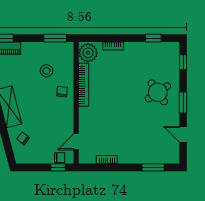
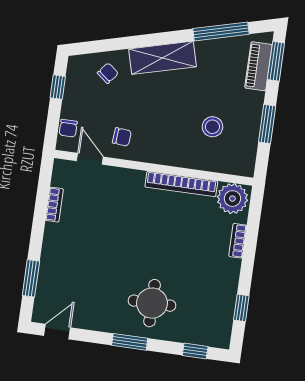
window: (55, 38) -> (267, 124), moved
chair: (62, 92) -> (122, 137), moved
round table: (158, 92) -> (152, 303), turned 34
door: (183, 134) -> (57, 332), moved
window: (58, 167) -> (58, 87), moved

